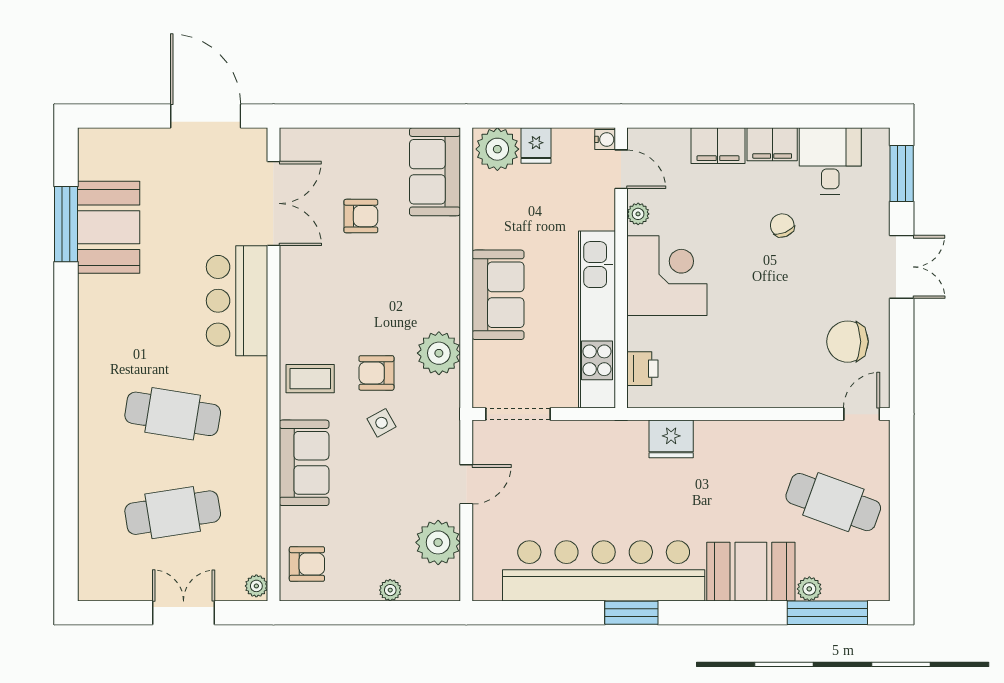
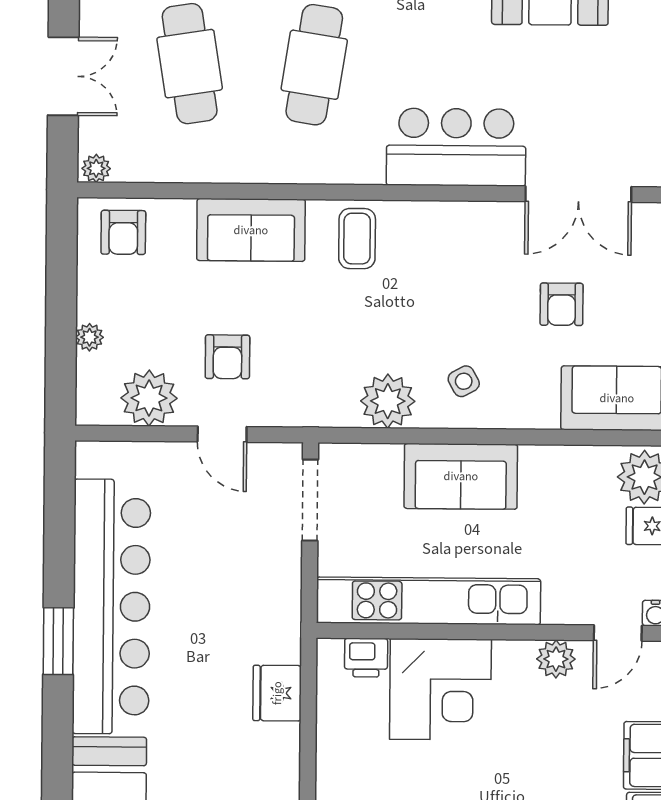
plant: (638, 214) -> (556, 659), width x1.38, depth x1.38
corner desk: (667, 276) -> (440, 689), moved
armchair: (376, 373) -> (227, 357), moved, turned 180
side table: (382, 423) -> (464, 381), moved

